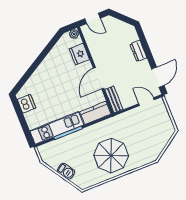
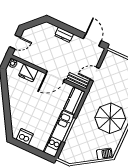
door: (99, 78) -> (55, 76), hinge flipped
door: (146, 102) -> (95, 74), moved
barbecue: (66, 171) -> (104, 154), moved

